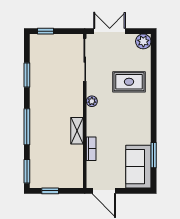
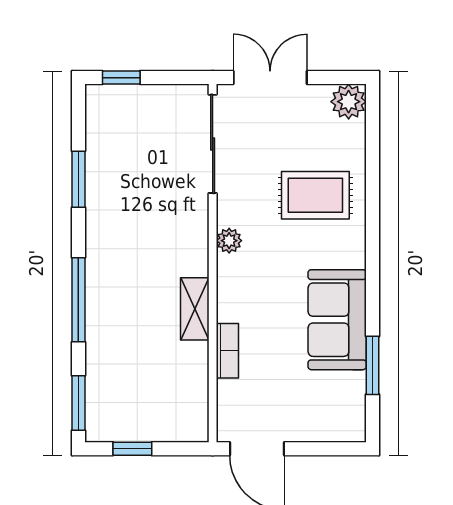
sofa: (138, 167) -> (337, 320), moved

